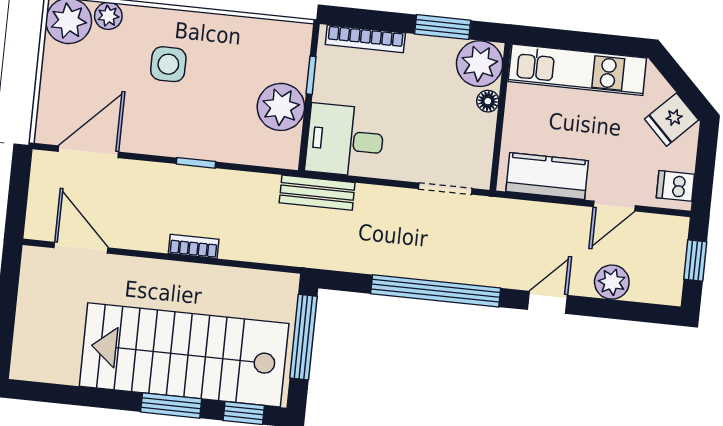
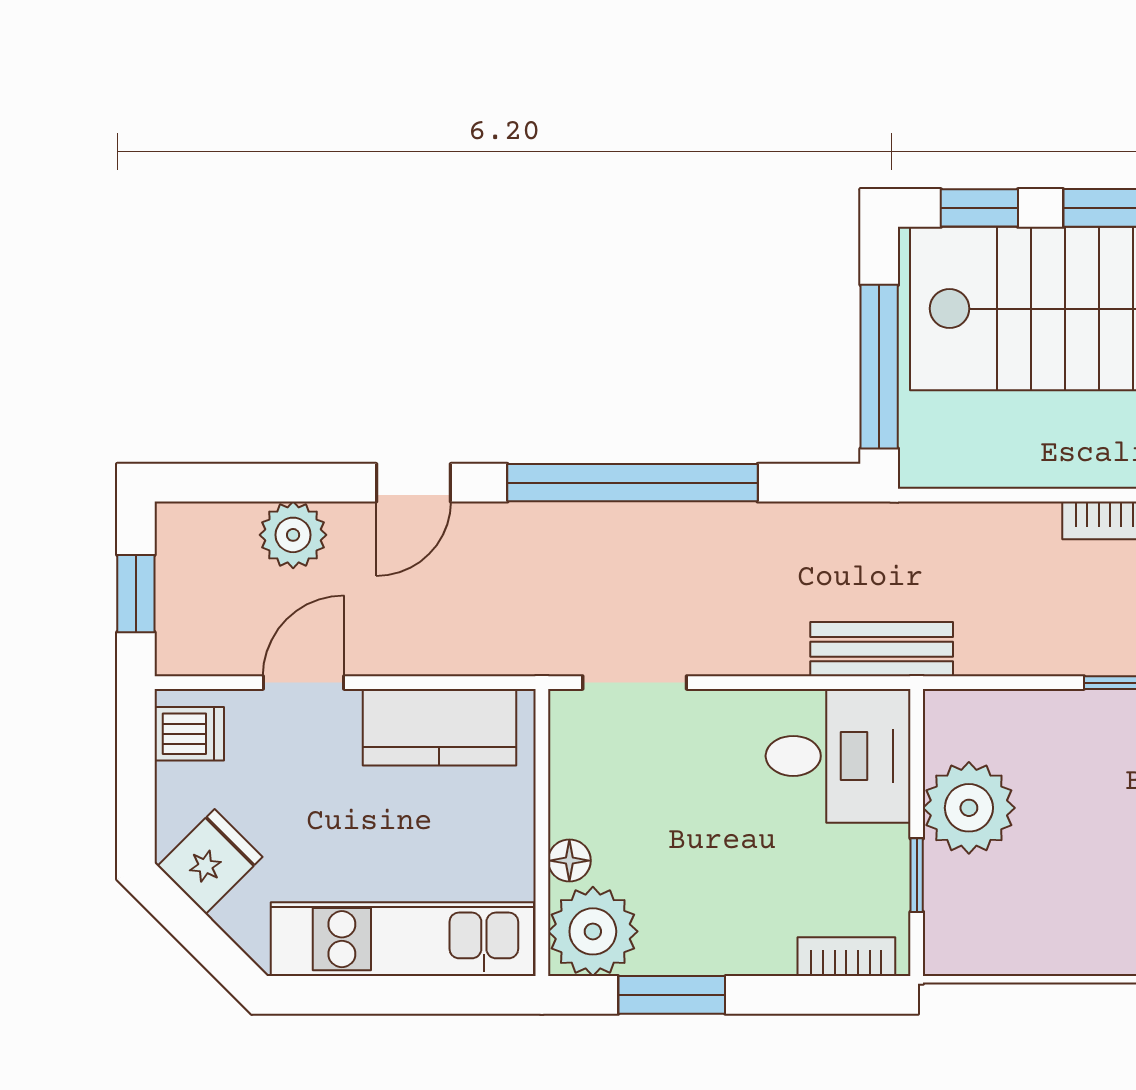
bookcase: (365, 39) -> (846, 957), width x0.64

